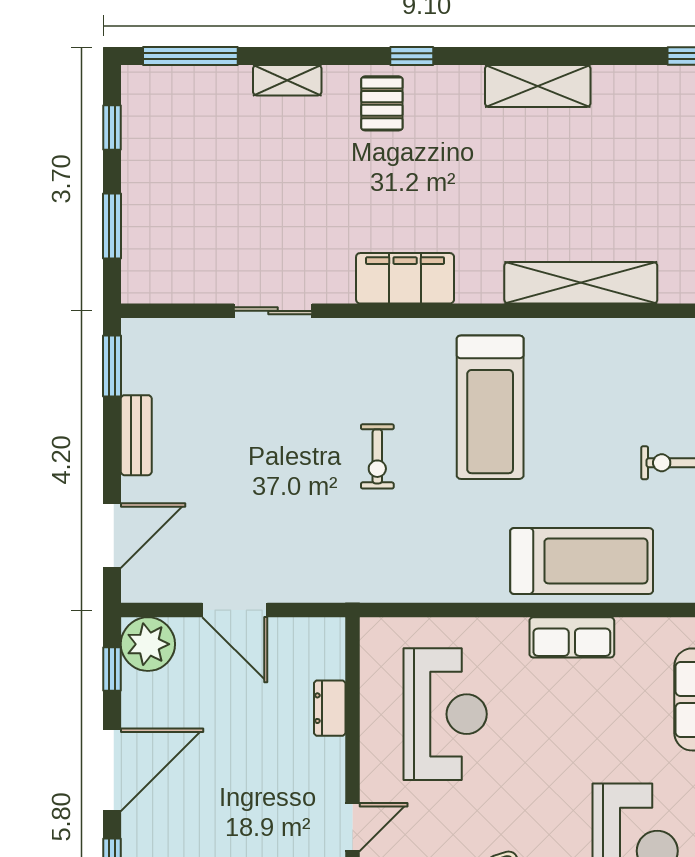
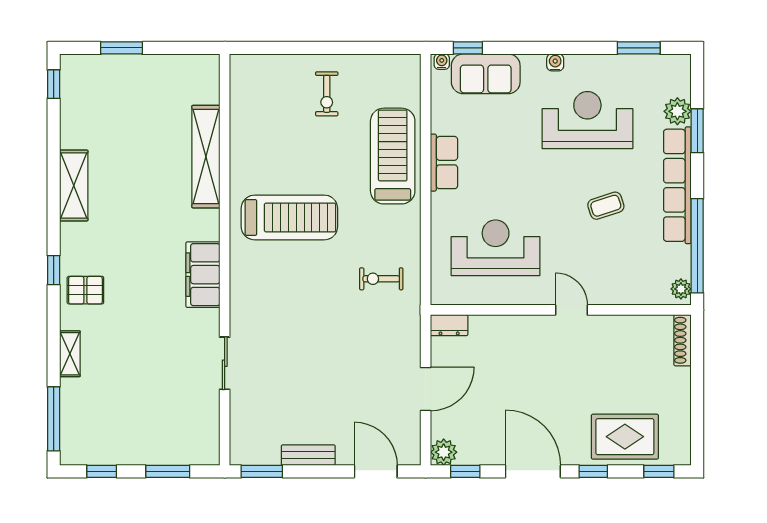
exercise bike: (377, 456) -> (381, 279), moved, turned 180
plant: (148, 644) -> (444, 452), width x0.73, depth x0.73
dresser: (330, 708) -> (449, 325), moved

